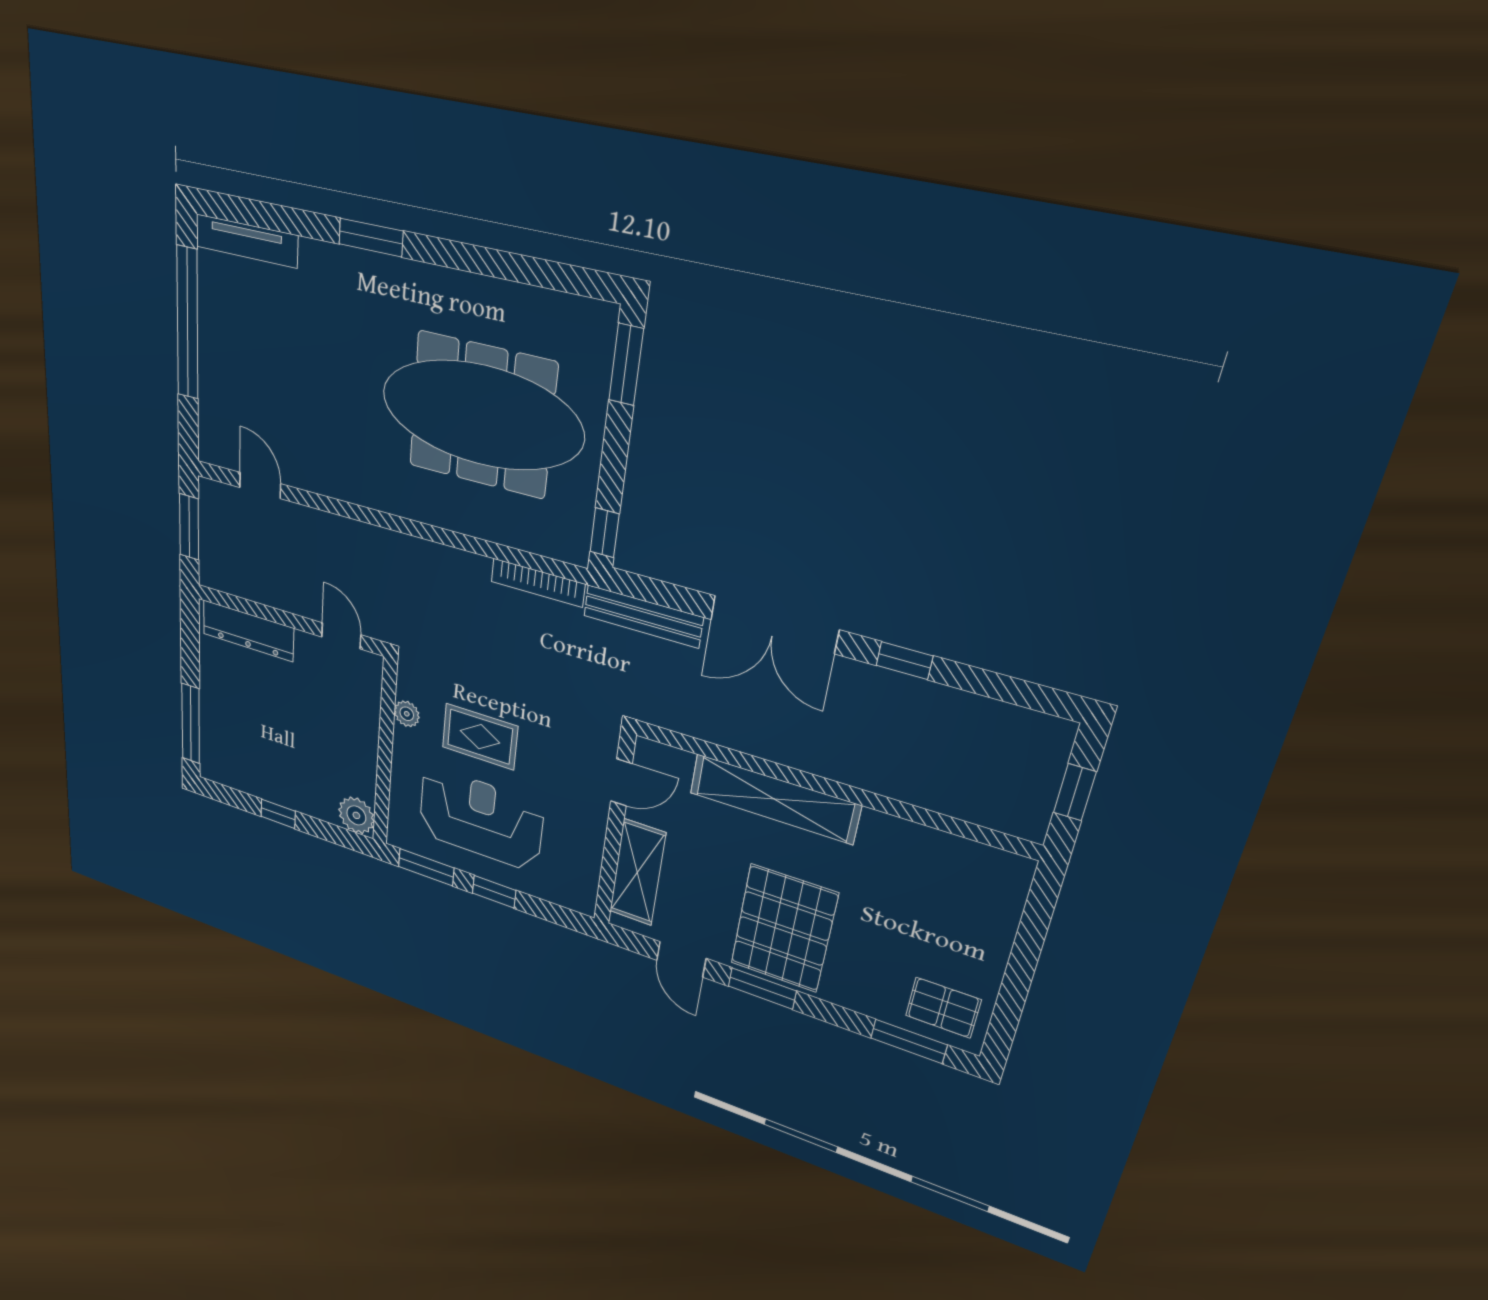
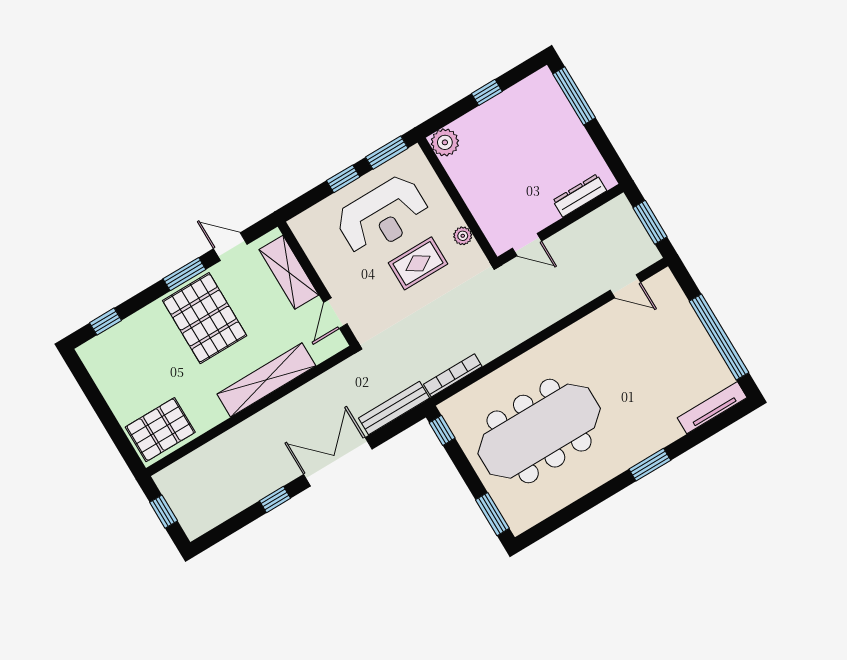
dresser: (248, 631) -> (580, 196), width x0.73, depth x0.80
pallet: (943, 1008) -> (160, 430), moved, width x1.50, depth x1.42
window: (909, 1041) -> (106, 322), width x0.67

